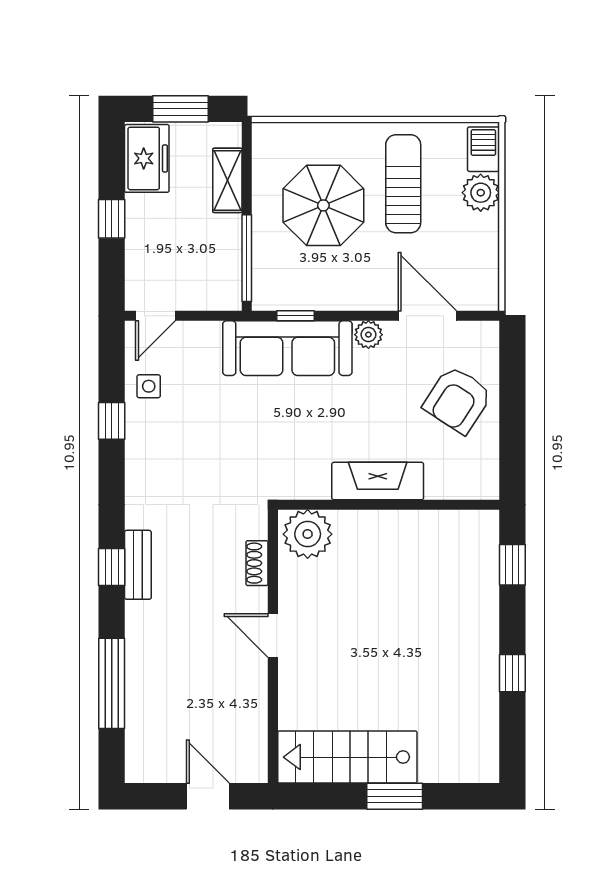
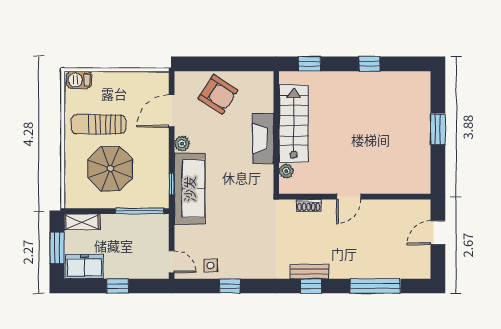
shelving: (227, 180) -> (82, 222), moved
plant: (481, 193) -> (103, 81), removed
plant: (308, 534) -> (286, 171), width x0.53, depth x0.53
stairs: (347, 757) -> (294, 124), moved, turned 180

